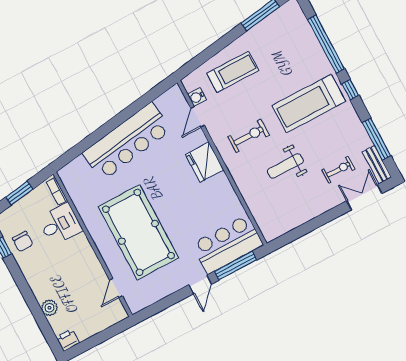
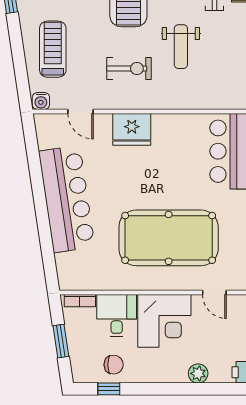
water cooler: (197, 97) -> (41, 101), moved
exercise bike: (249, 136) -> (129, 68), turned 90
corner desk: (75, 262) -> (164, 321), added

